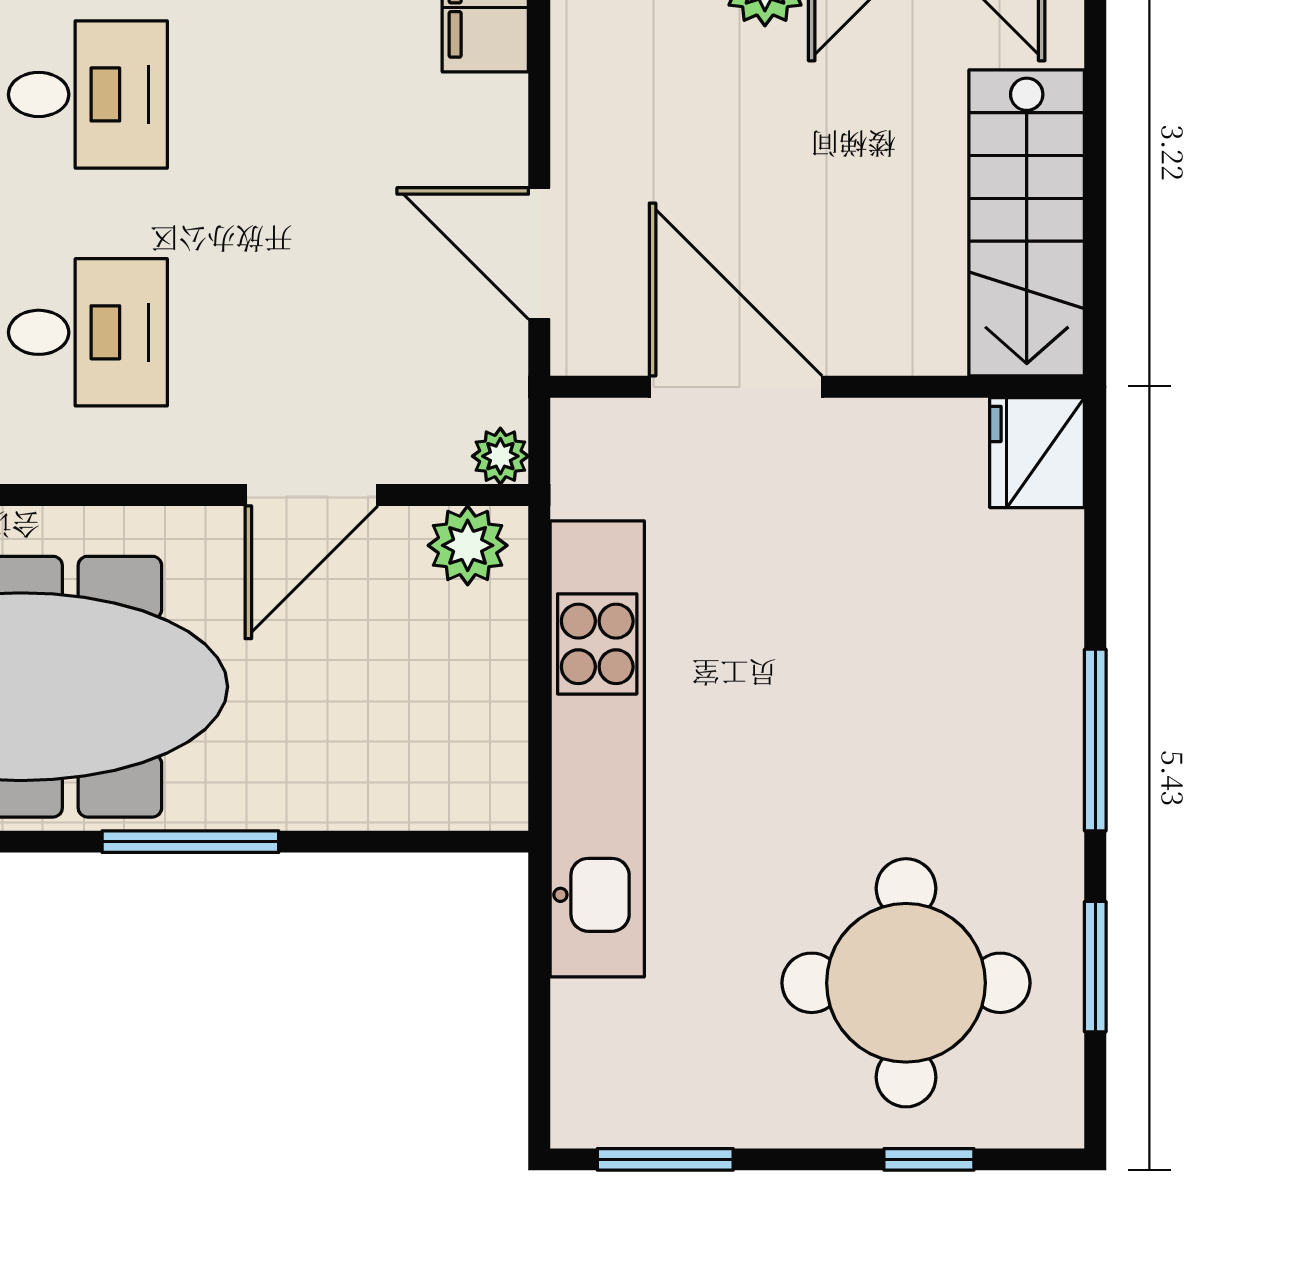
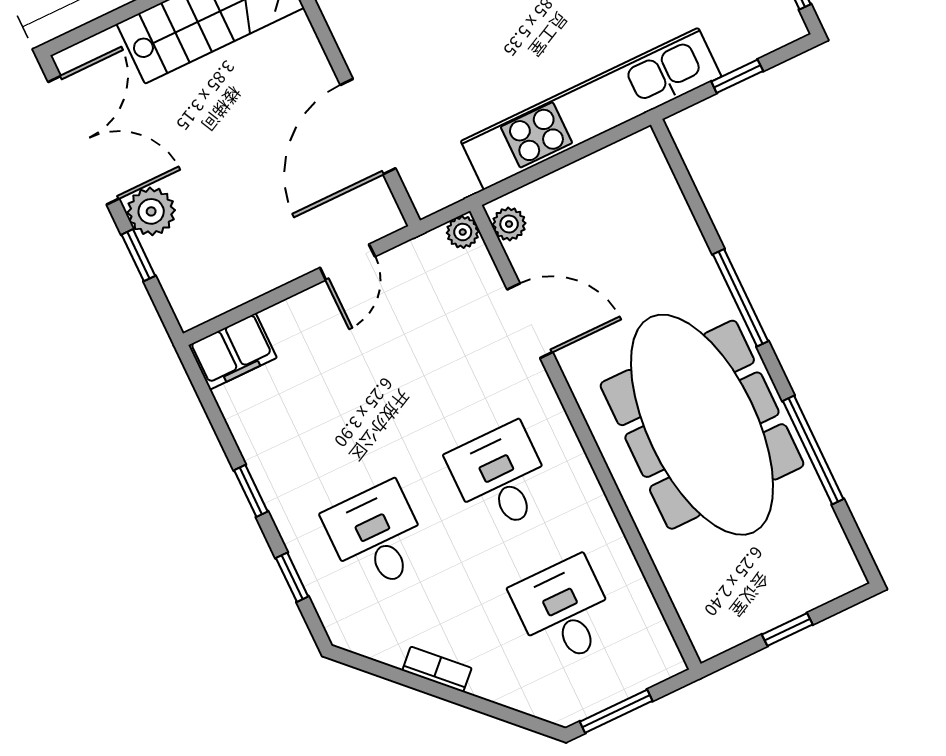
door: (539, 253) -> (347, 262), width x0.73
plant: (468, 545) -> (509, 224), width x0.73, depth x0.73
window: (539, 1002) -> (737, 76), added

